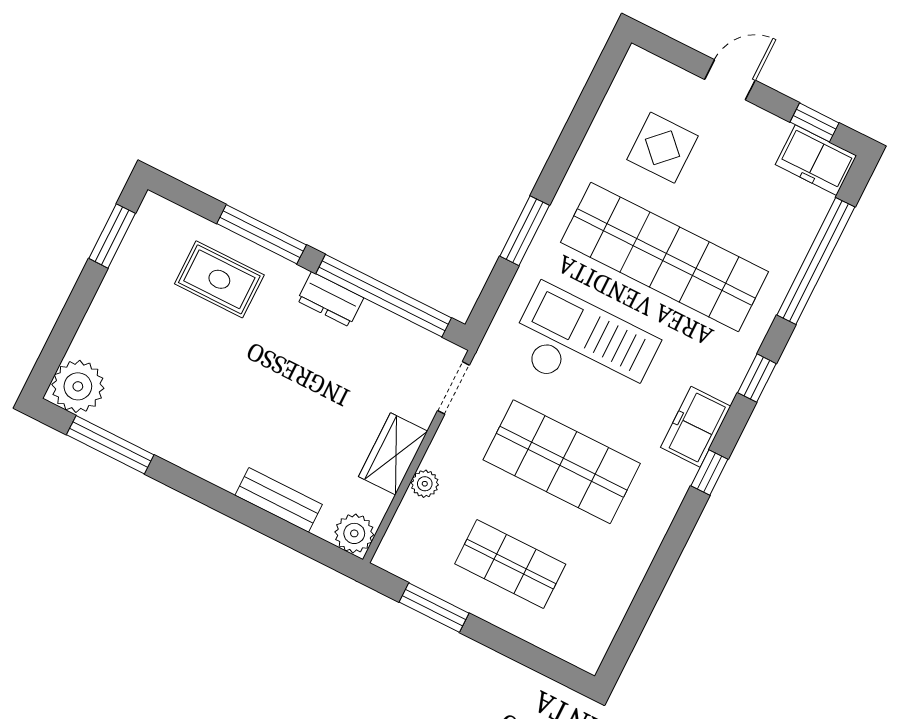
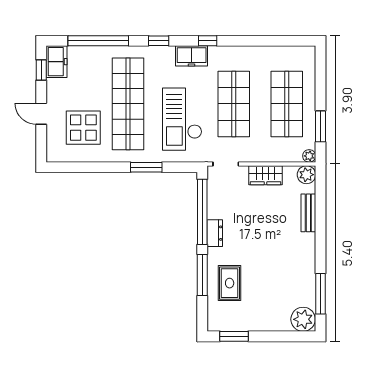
display table: (662, 148) -> (83, 128), width x1.36, depth x1.36
plant: (425, 484) -> (309, 156), moved
shop shelf: (510, 564) -> (287, 104), width x1.43, depth x1.36

